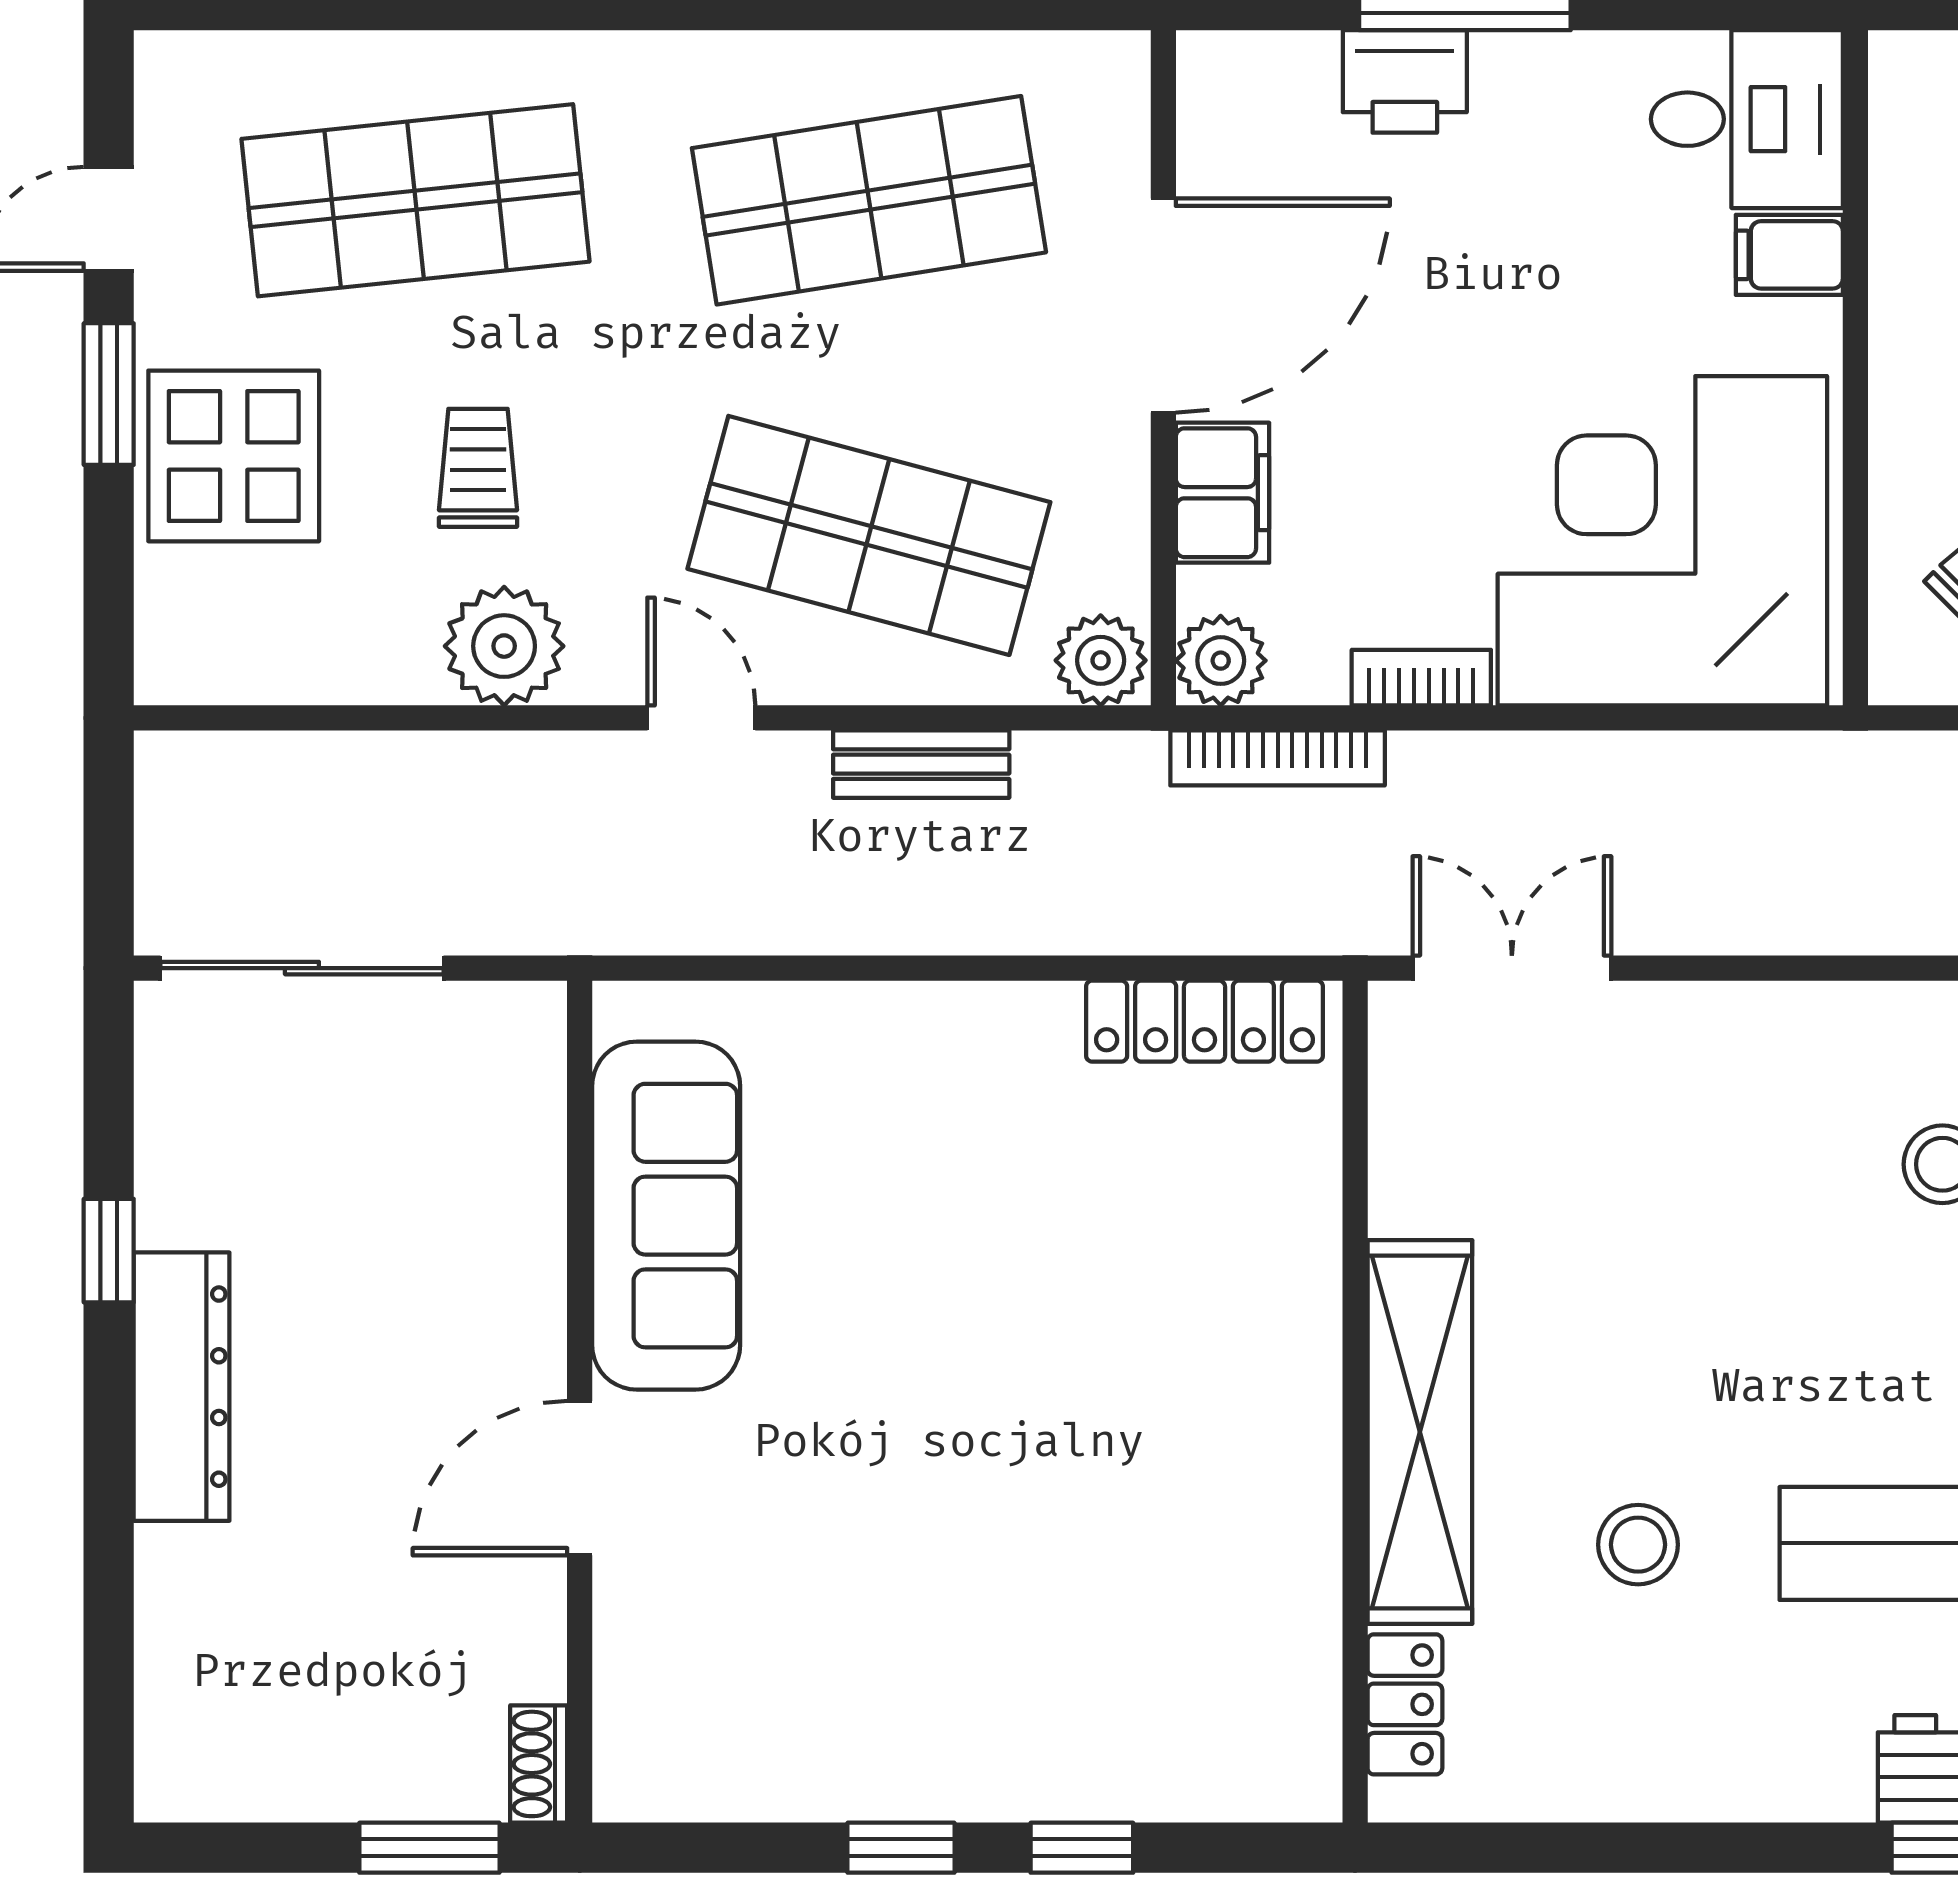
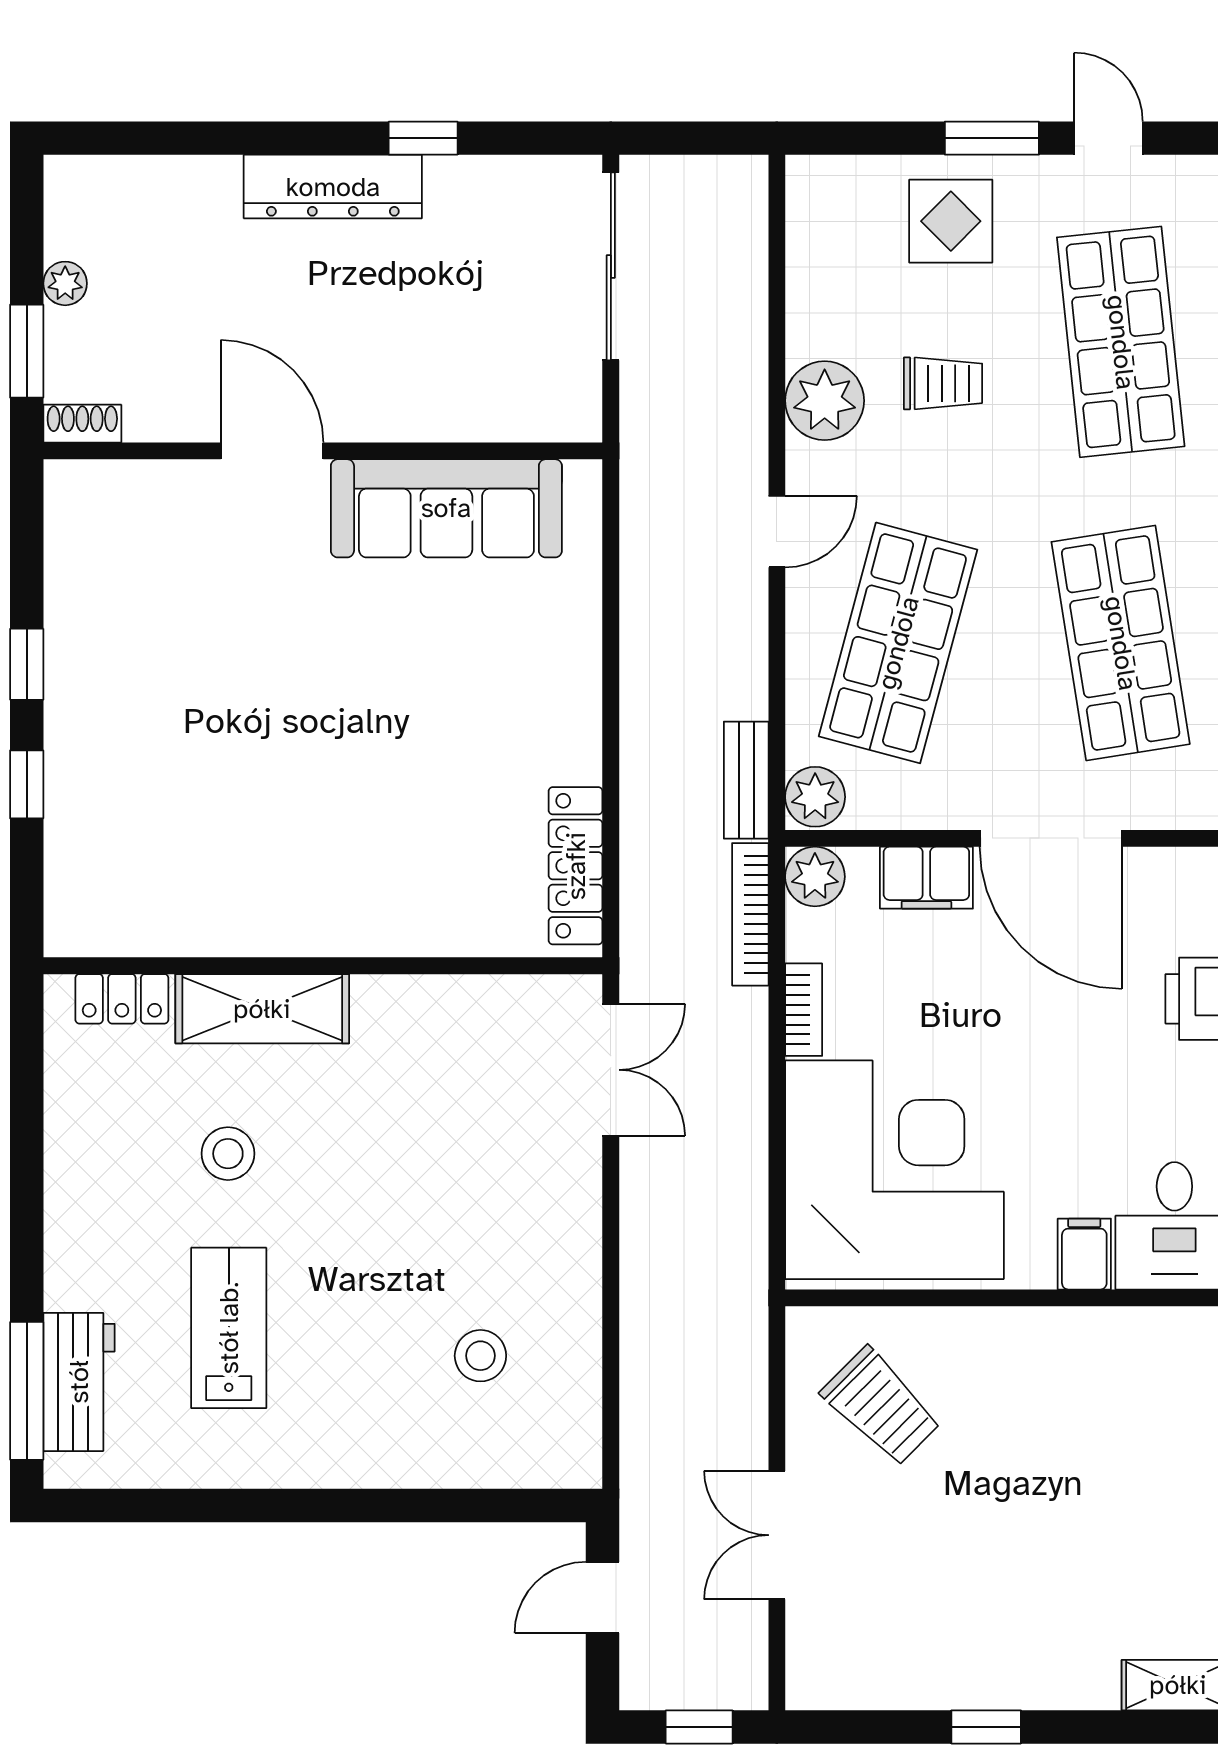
display table: (234, 456) -> (951, 221), width x0.73, depth x0.73
bench: (921, 764) -> (746, 780), moved
shelving: (1420, 1432) -> (262, 1009), width x0.68
plant: (327, 1790) -> (65, 283), added

